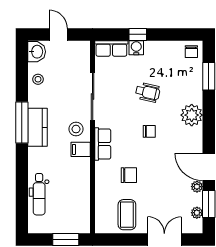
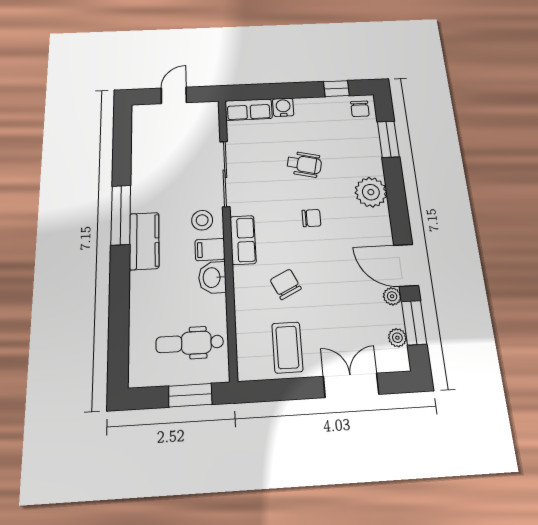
door: (58, 34) -> (174, 95), hinge flipped
window: (138, 34) -> (336, 89), moved
washbasin: (37, 52) -> (212, 278), moved, turned 180
stool: (38, 79) -> (145, 154), removed
kitchen counter: (38, 127) -> (144, 241), moved
chair: (129, 175) -> (286, 284), turned -116
dental chair: (39, 194) -> (190, 343), moved, turned 90

